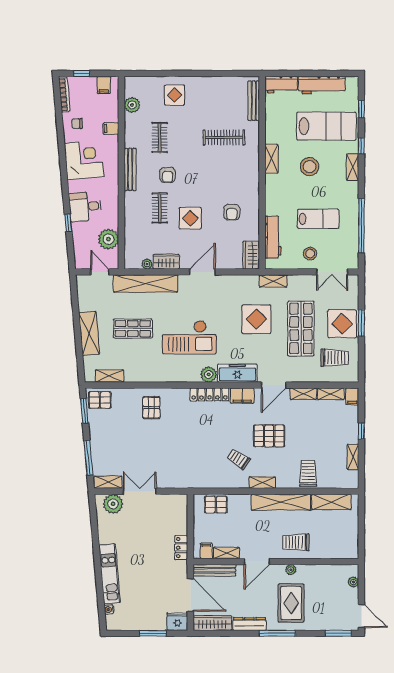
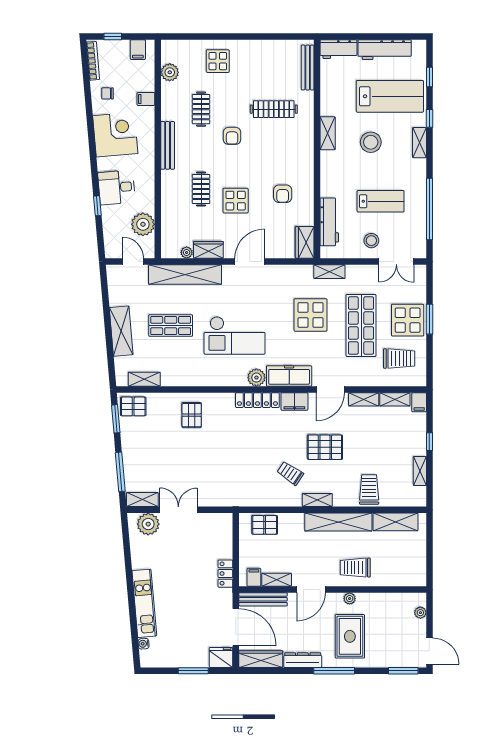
armchair: (168, 175) -> (232, 136), moved

